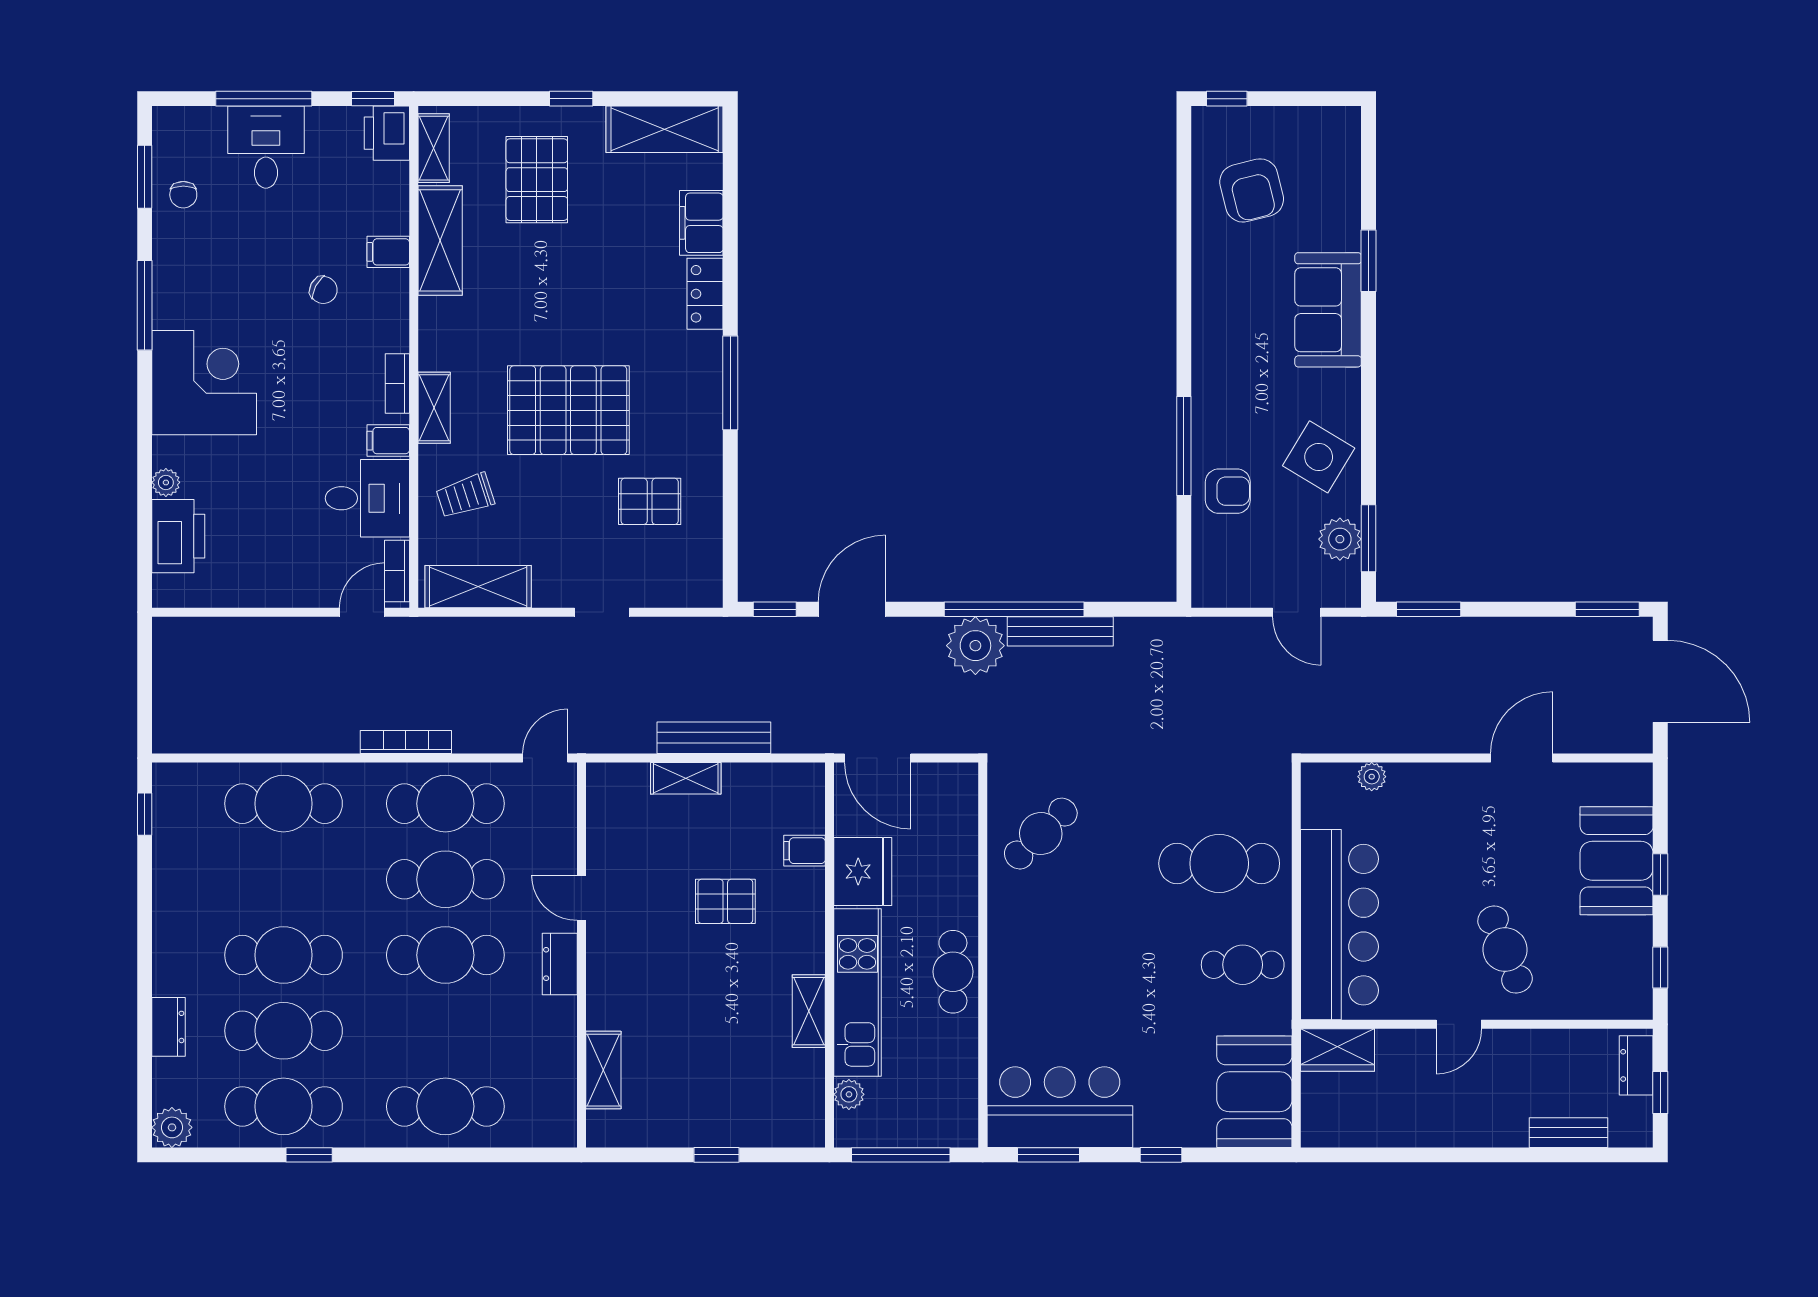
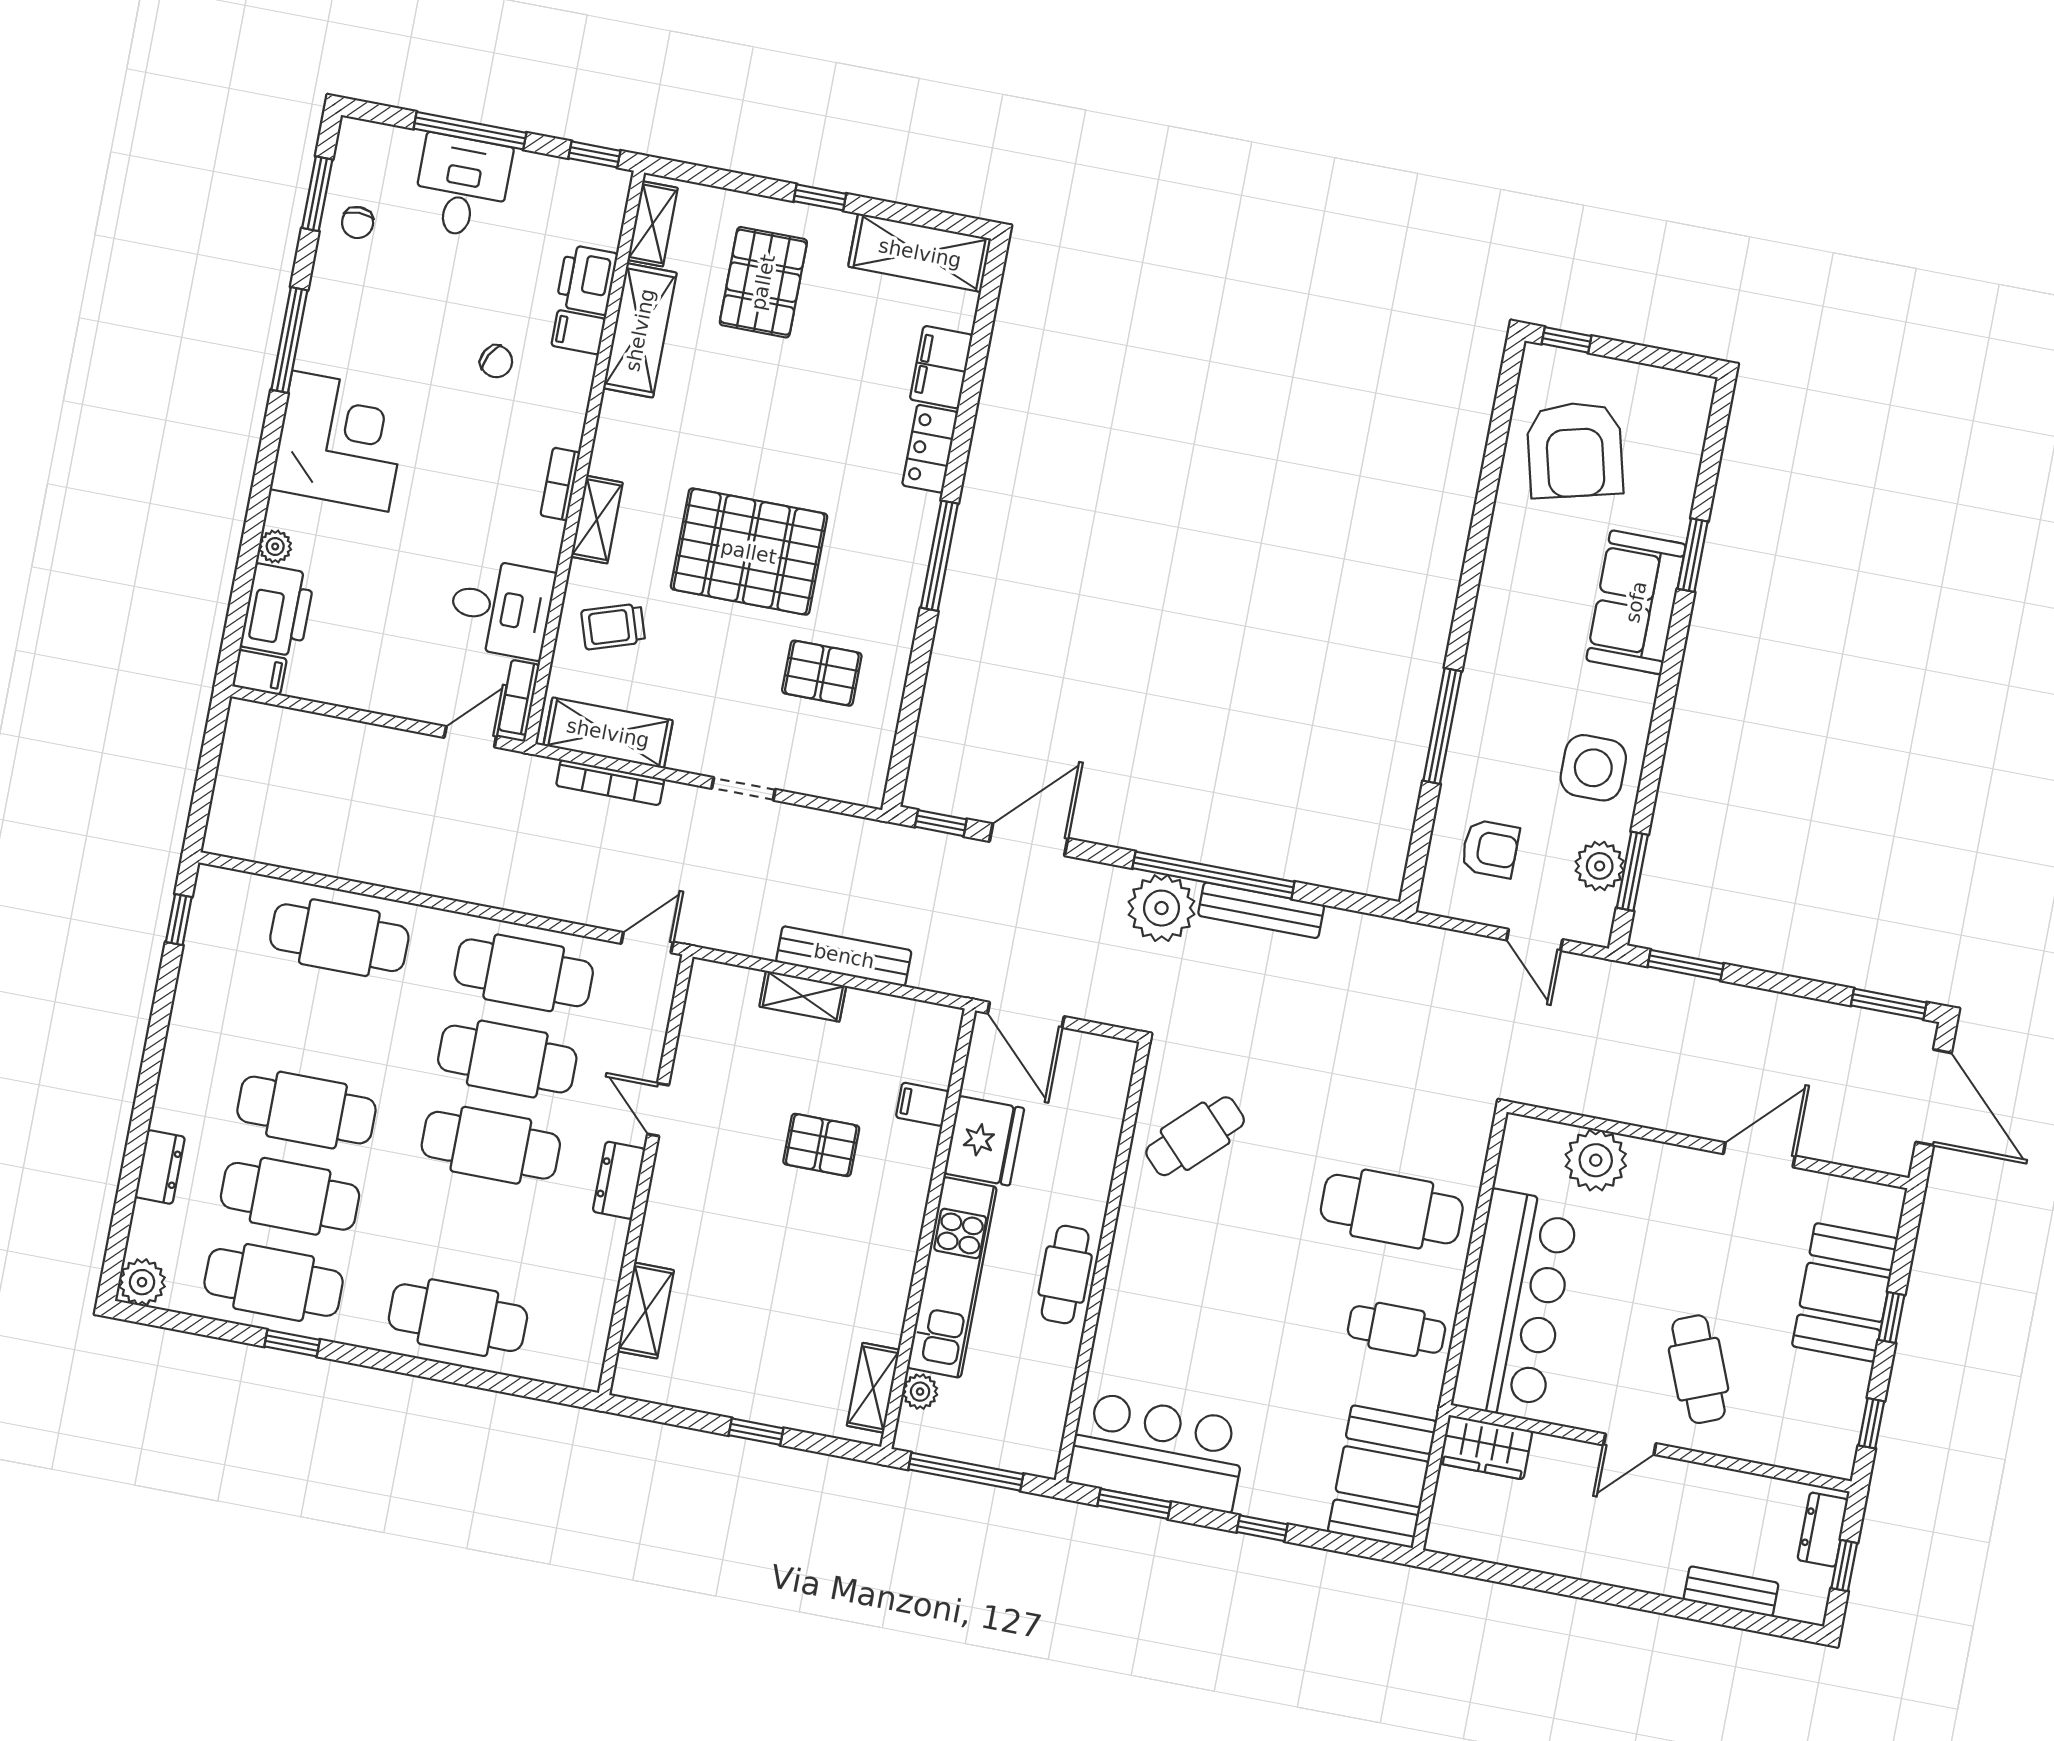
printer: (387, 133) -> (587, 280), moved
armchair: (1252, 190) -> (1575, 450), width x1.36, depth x1.36
filing cabinet: (388, 441) -> (260, 672), moved, turned 180
side table: (1319, 457) -> (1593, 768), turned -31
armchair: (1228, 491) -> (1490, 849), moved
bookcase: (406, 742) -> (610, 782), moved, turned 180
plant: (1372, 777) -> (1596, 1160), width x1.87, depth x1.87
shelving: (809, 1011) -> (873, 1388), moved

